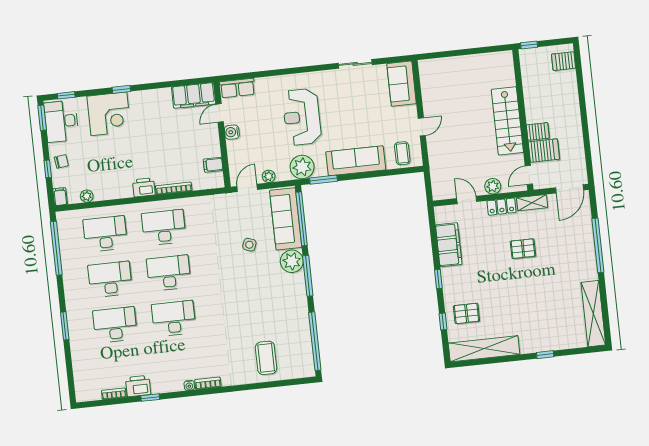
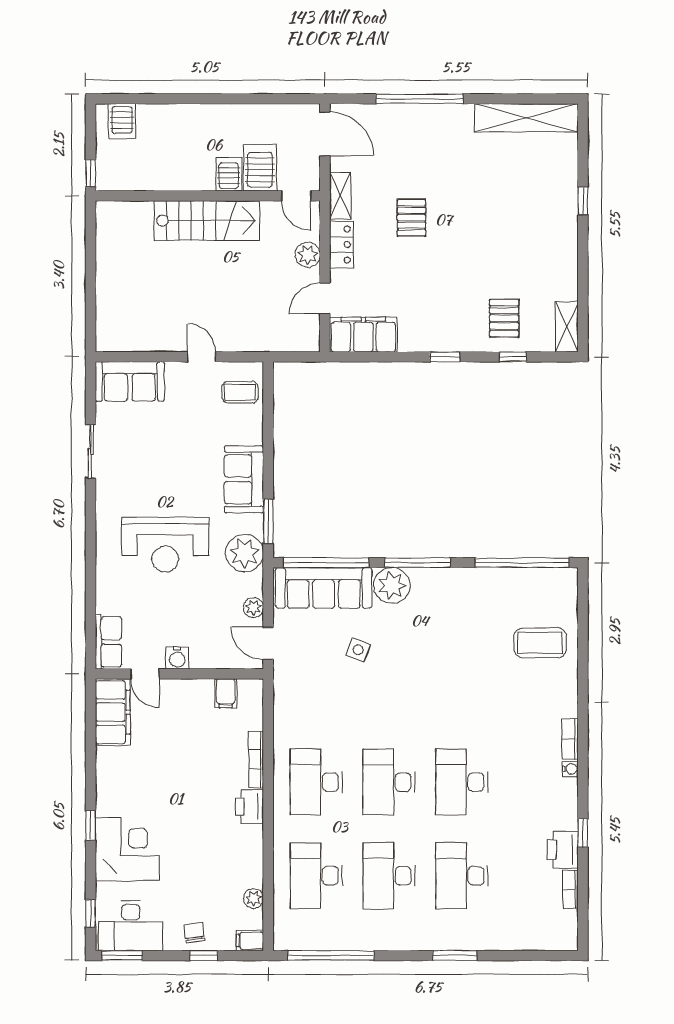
sofa: (356, 161) -> (244, 479), width x0.73
filing cabinet: (449, 245) -> (363, 335), moved
shelving: (484, 349) -> (567, 327), width x0.45, depth x0.75

